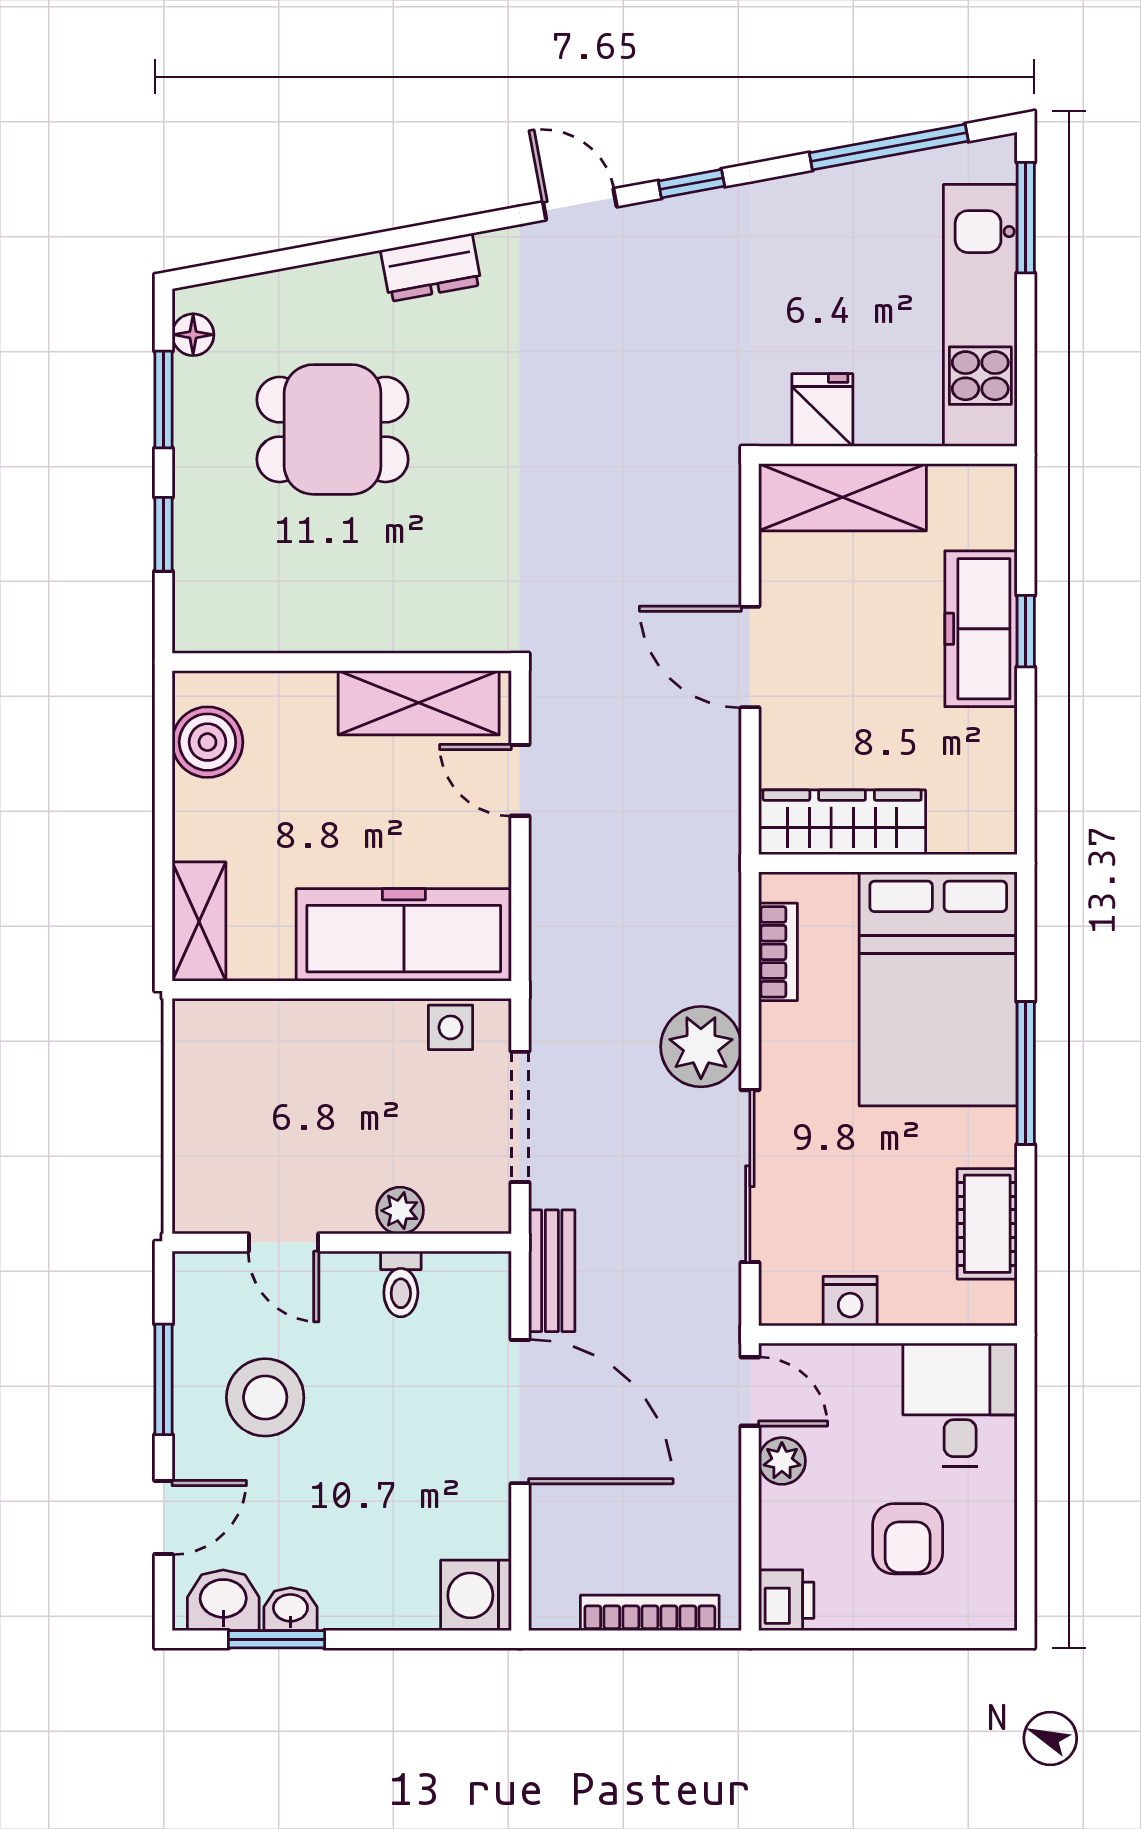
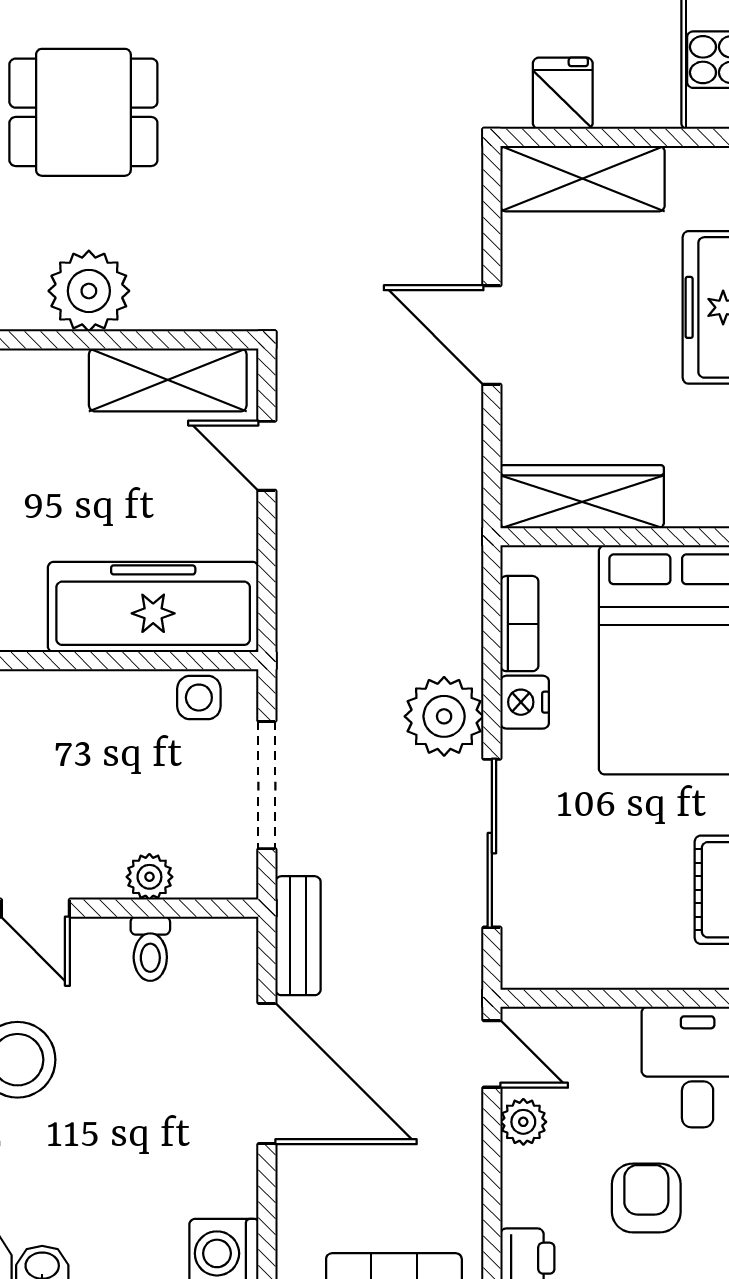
plant: (338, 612) -> (89, 291), added
nightstand: (850, 1301) -> (525, 702), moved, turned 90
armchair: (908, 1539) -> (646, 1198), turned 180

